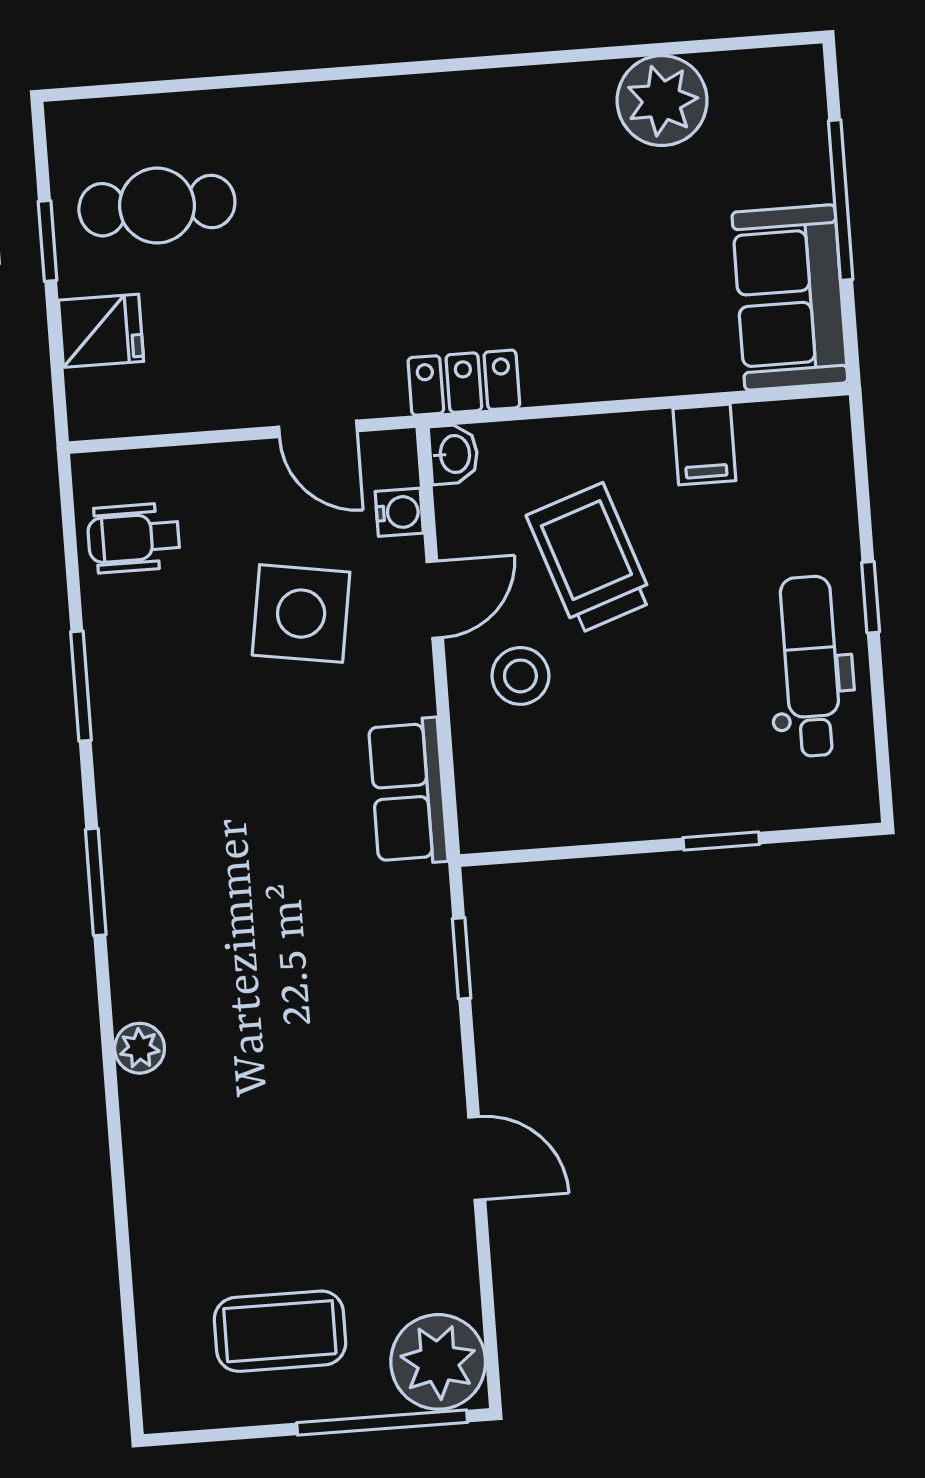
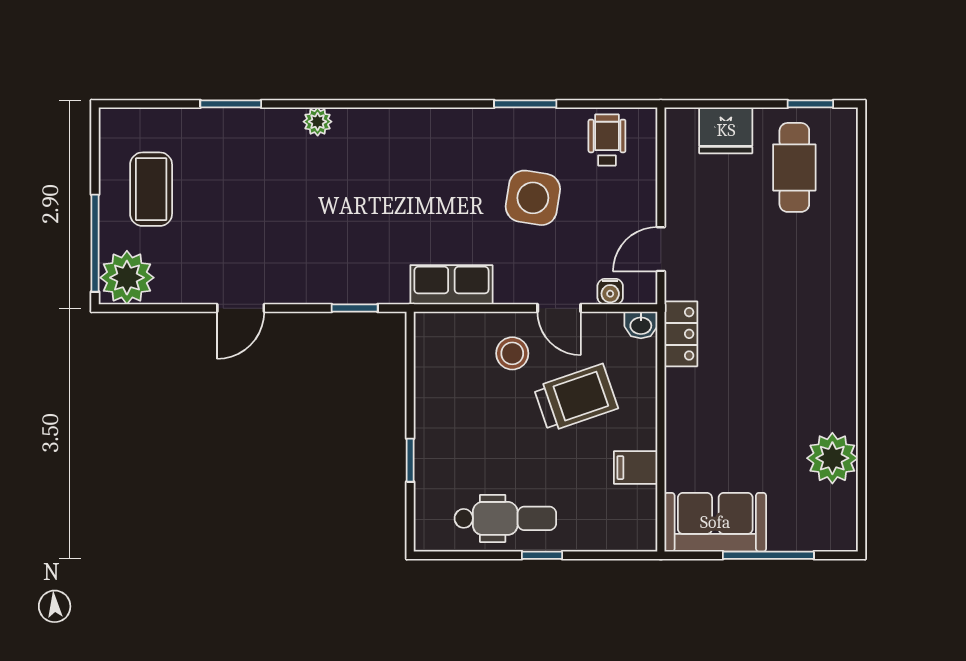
window: (48, 241) -> (810, 104), moved
fridge: (101, 331) -> (726, 130), width x1.38
side table: (301, 614) -> (533, 198), moved
window: (96, 882) -> (231, 104), moved

